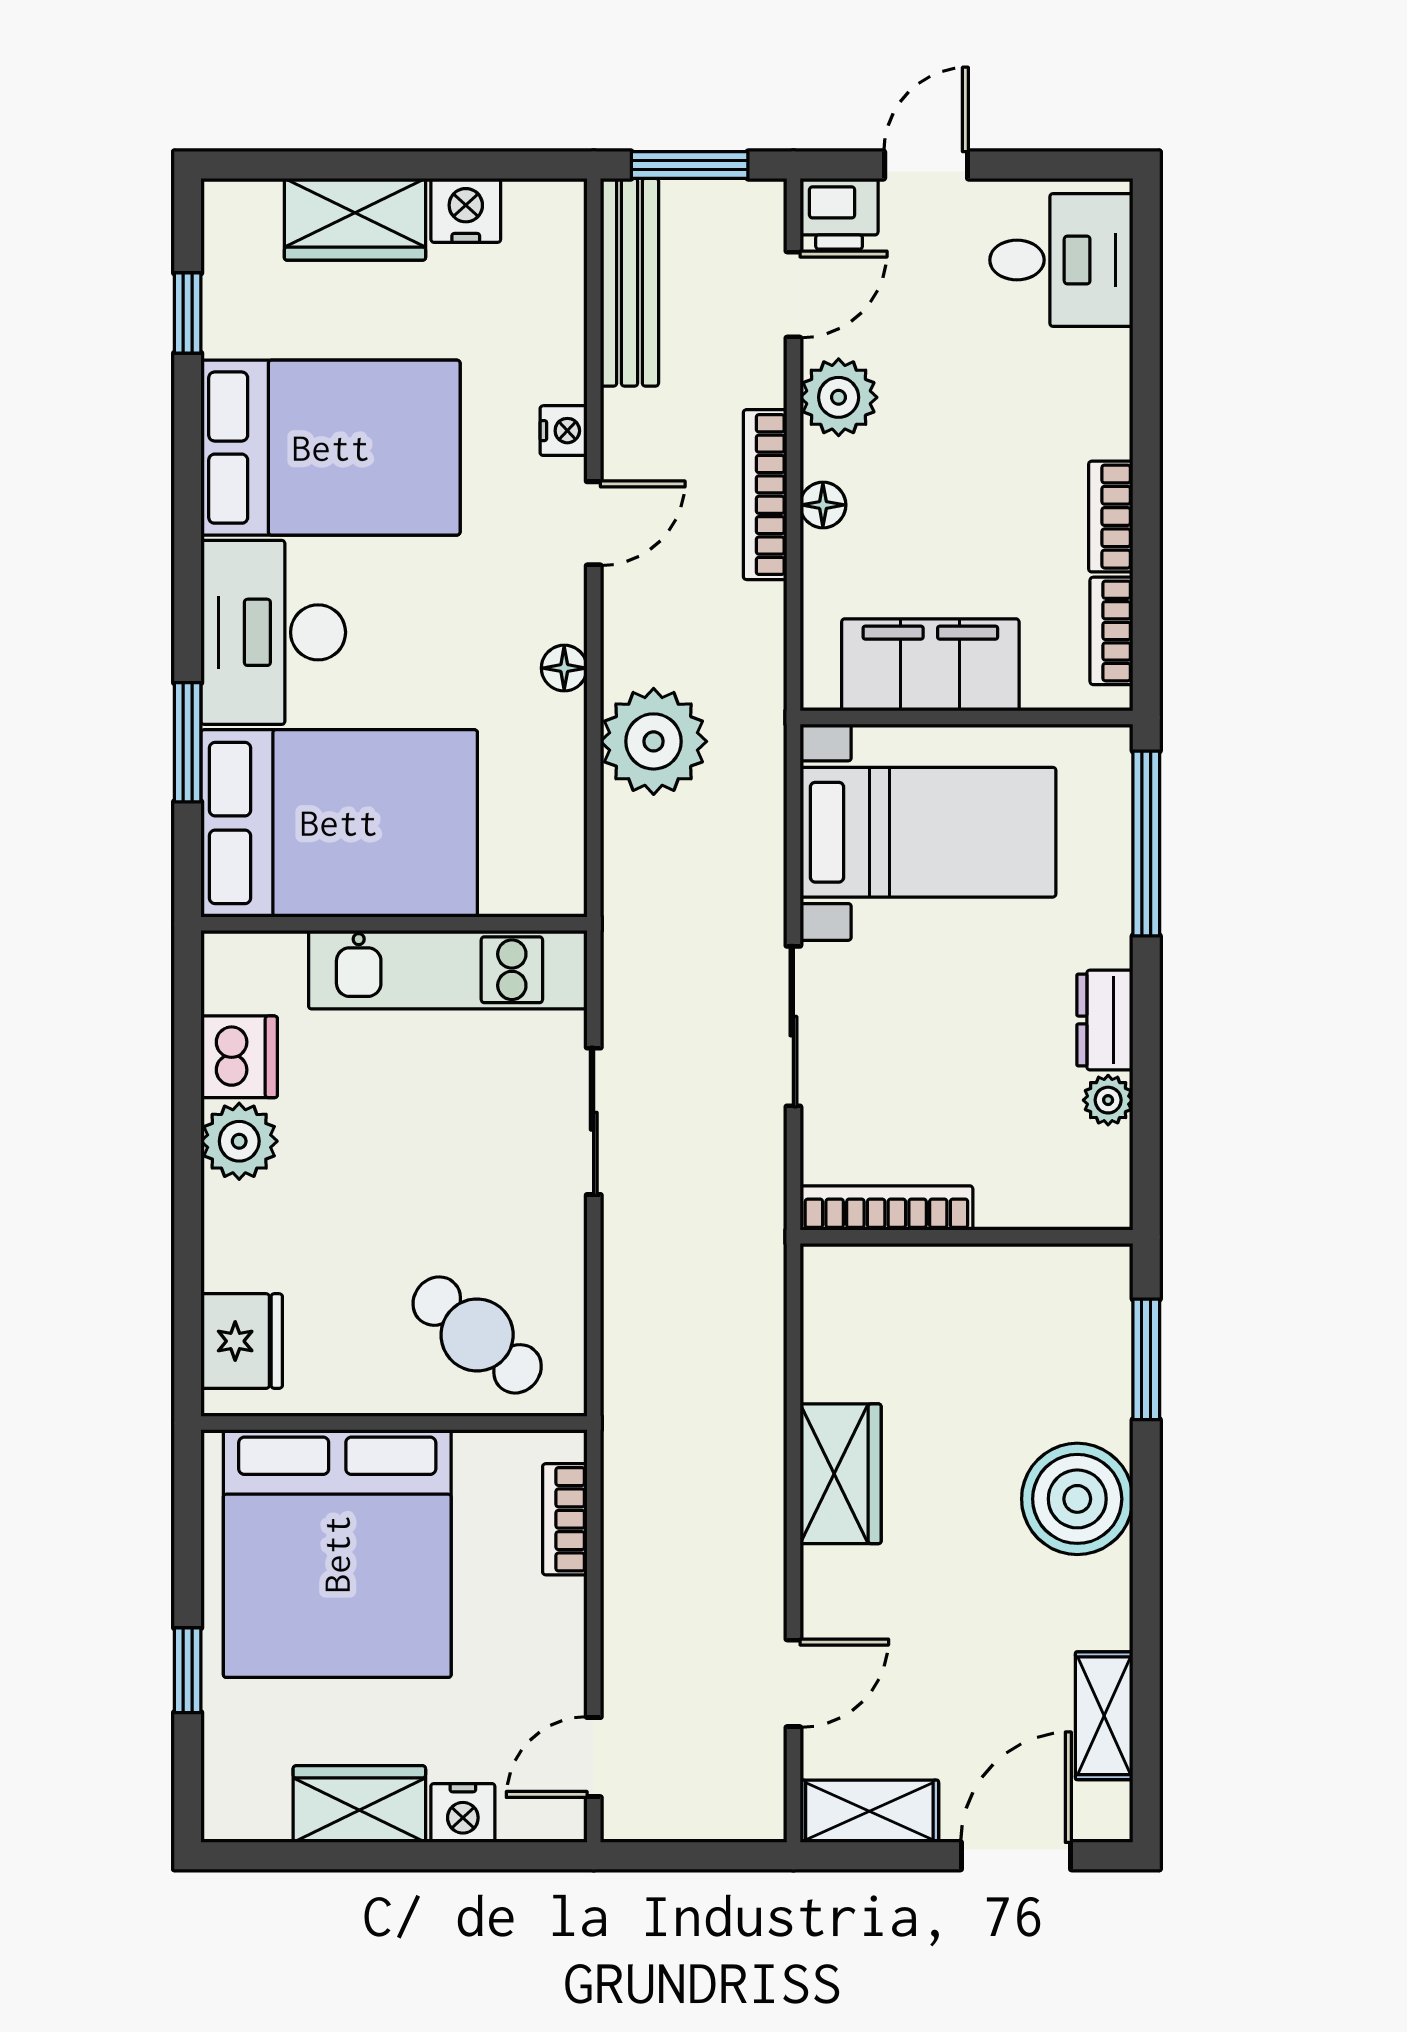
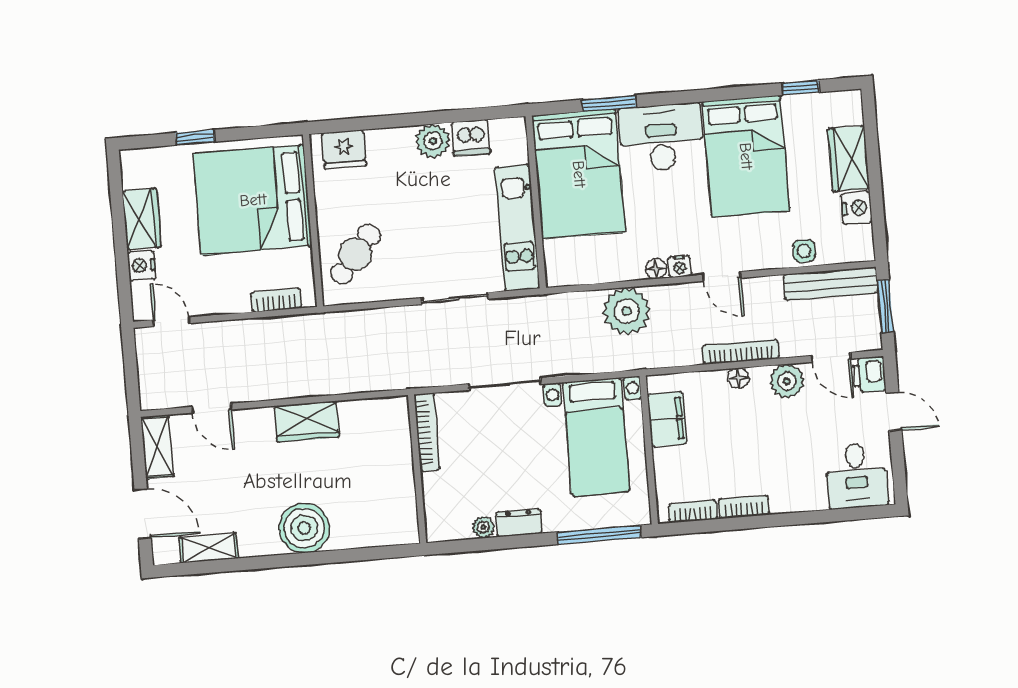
side table: (552, 335) -> (804, 251), added
nightstand: (564, 431) -> (680, 266), moved
filing cabinet: (930, 665) -> (667, 419), width x0.67, depth x0.86
window: (1146, 1359) -> (369, 554), removed

